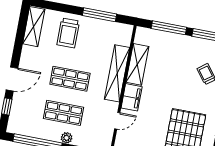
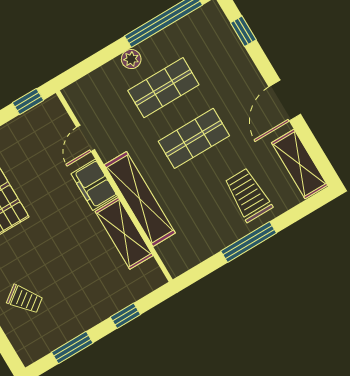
window: (99, 15) -> (249, 242), moved
window: (169, 28) -> (125, 316), width x0.46
door: (12, 79) -> (285, 101), moved

